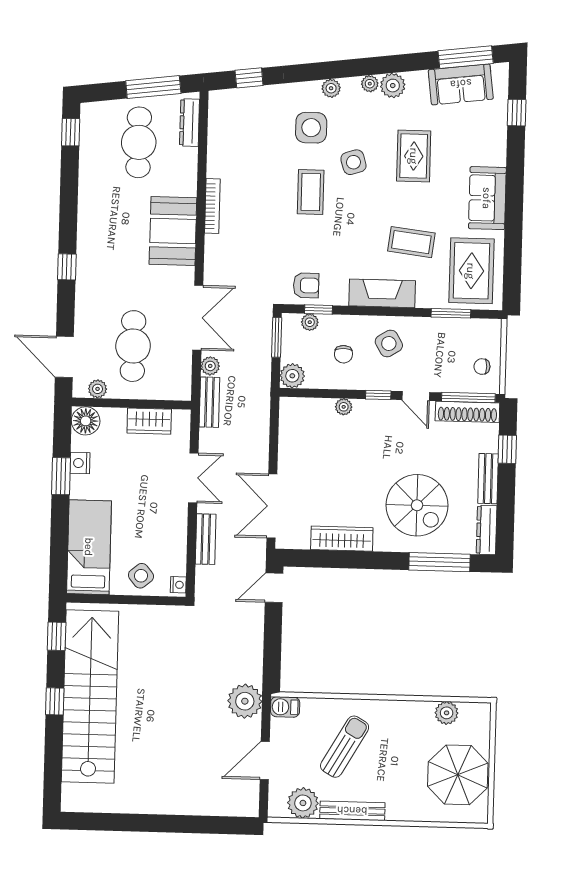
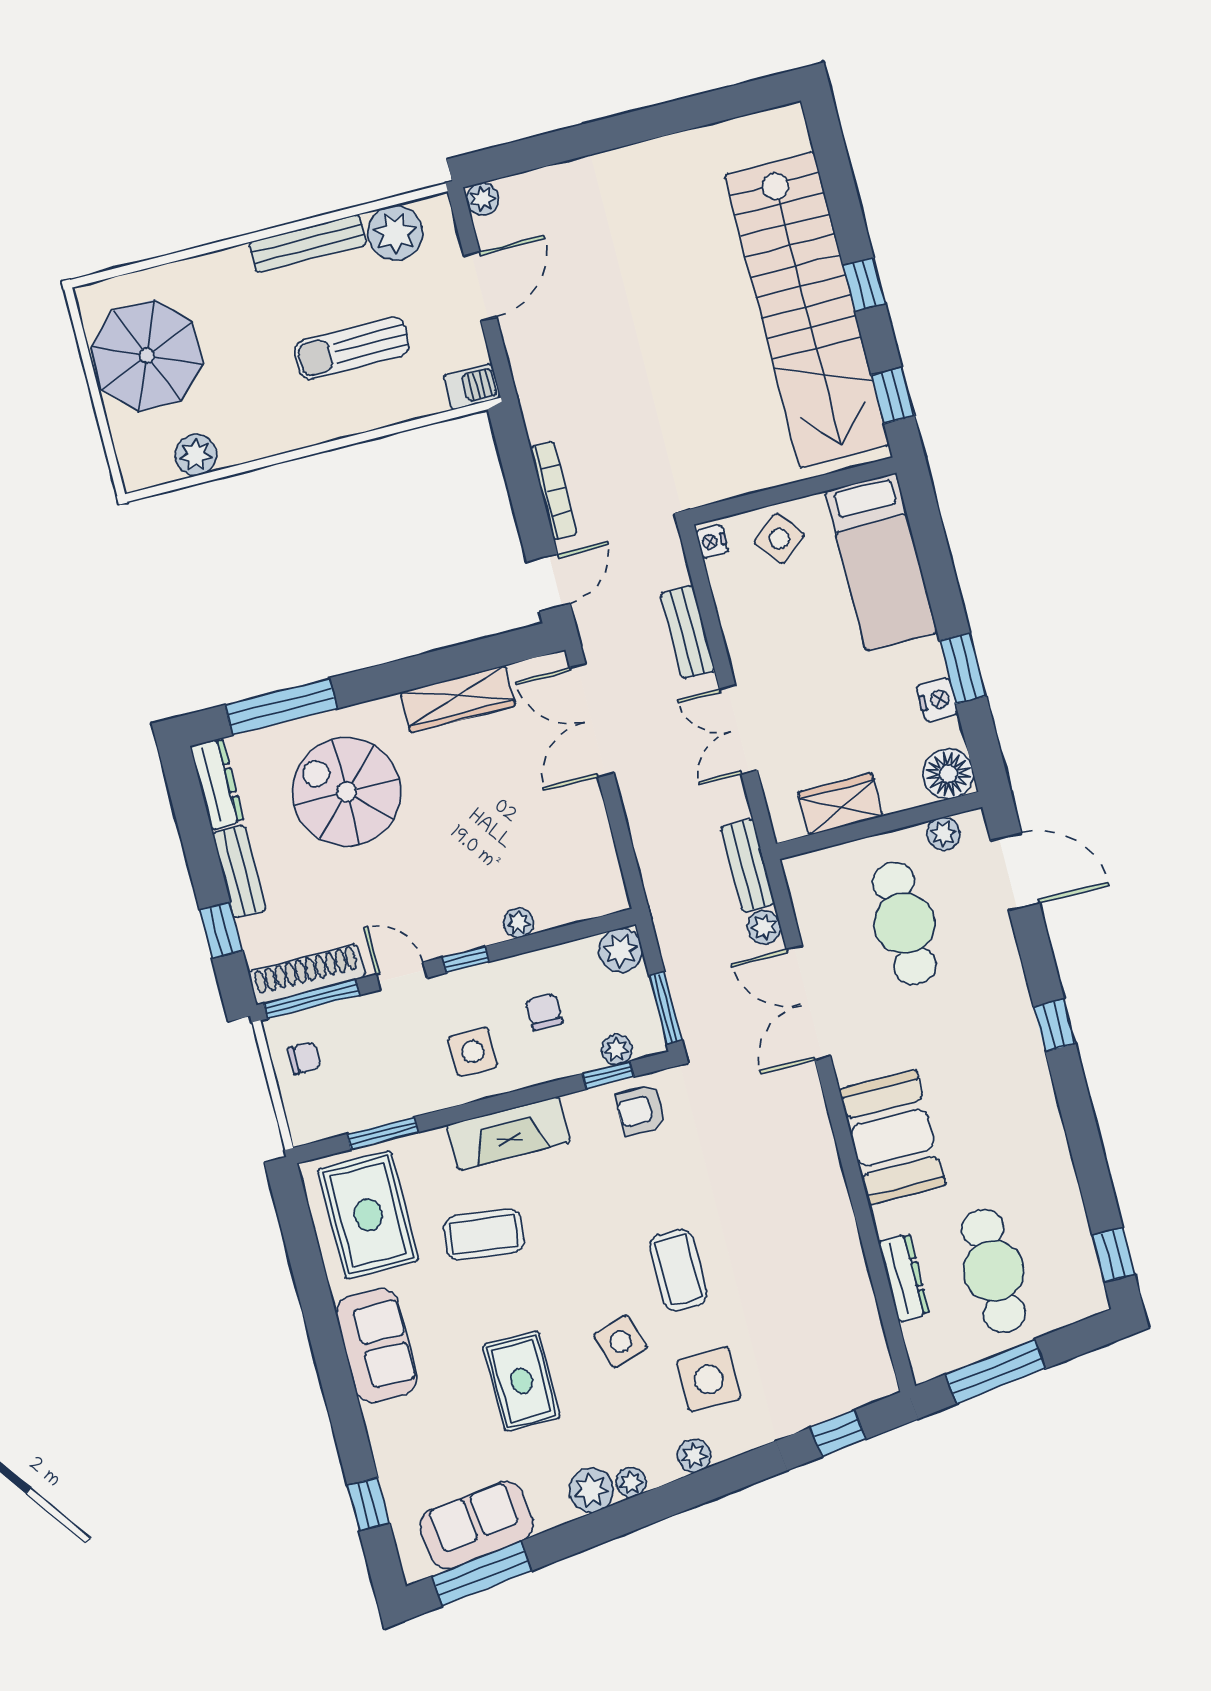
dresser: (190, 123) -> (904, 1278), moved
bookcase: (212, 206) -> (554, 491), moved, turned 180
side table: (389, 344) -> (473, 1052), turned 31
double door: (272, 506) -> (592, 720), swing flipped
plant: (245, 701) -> (483, 199), moved, width x0.53, depth x0.53
sun lounger: (345, 747) -> (352, 348), turned 60

